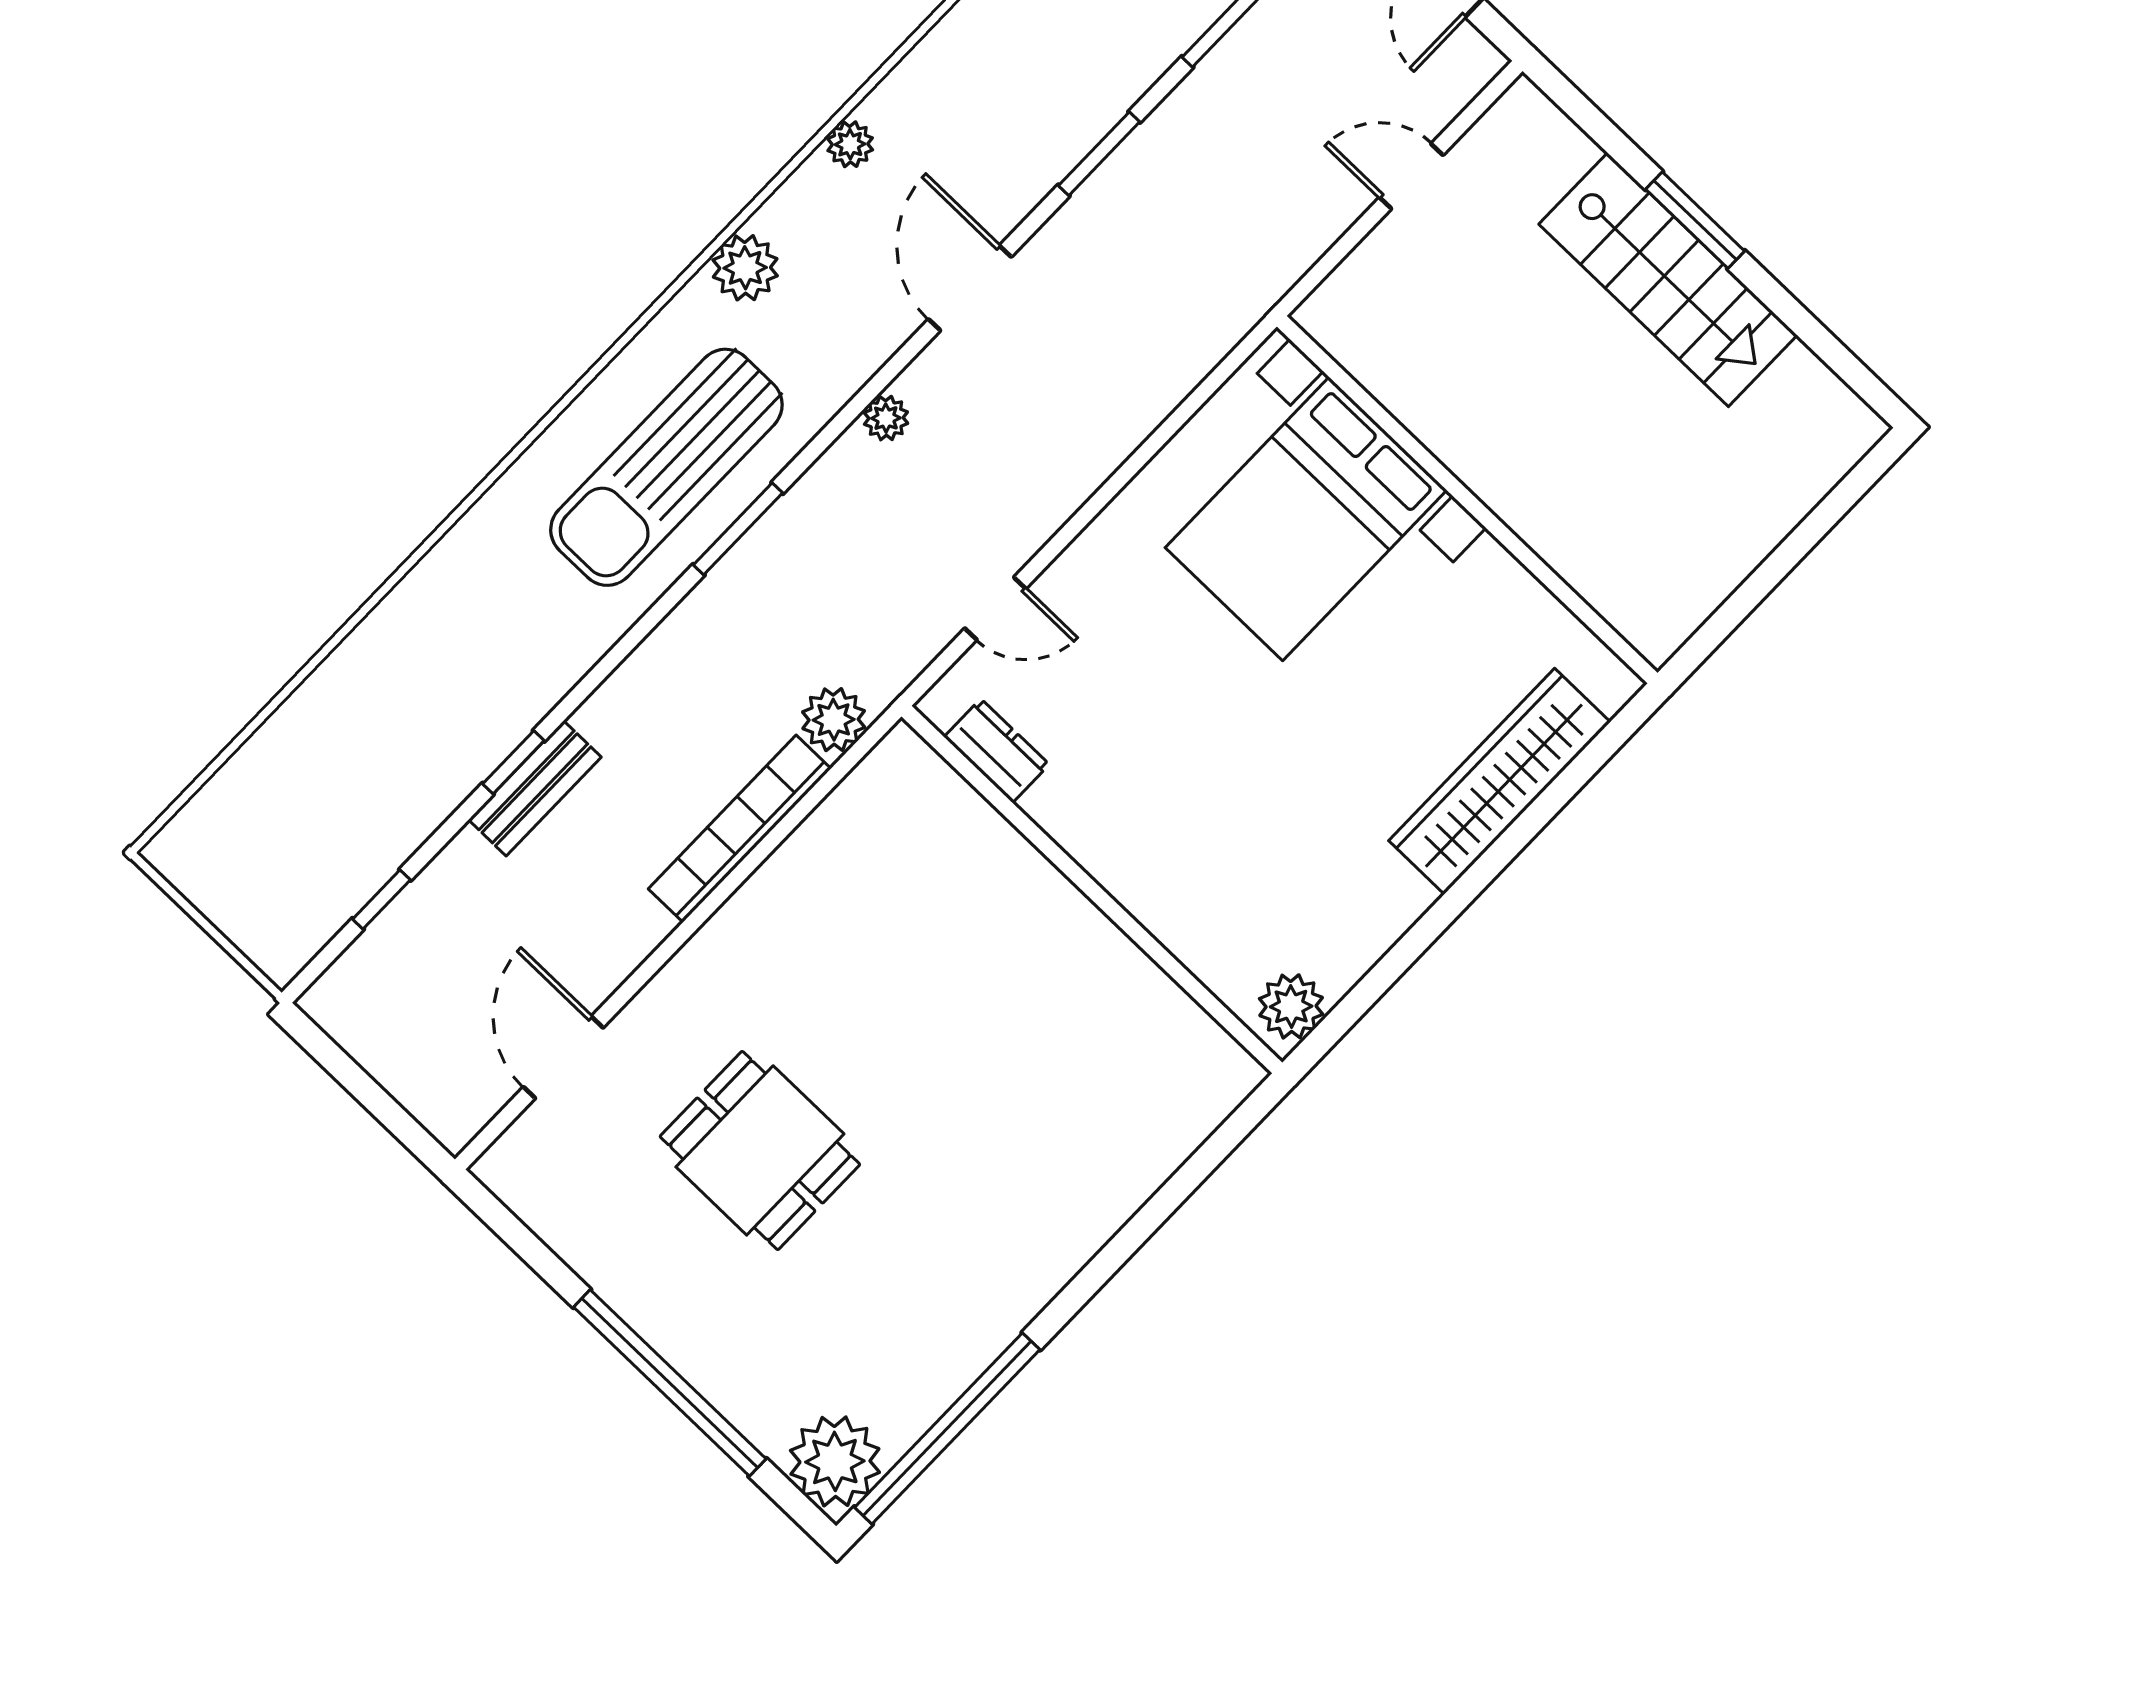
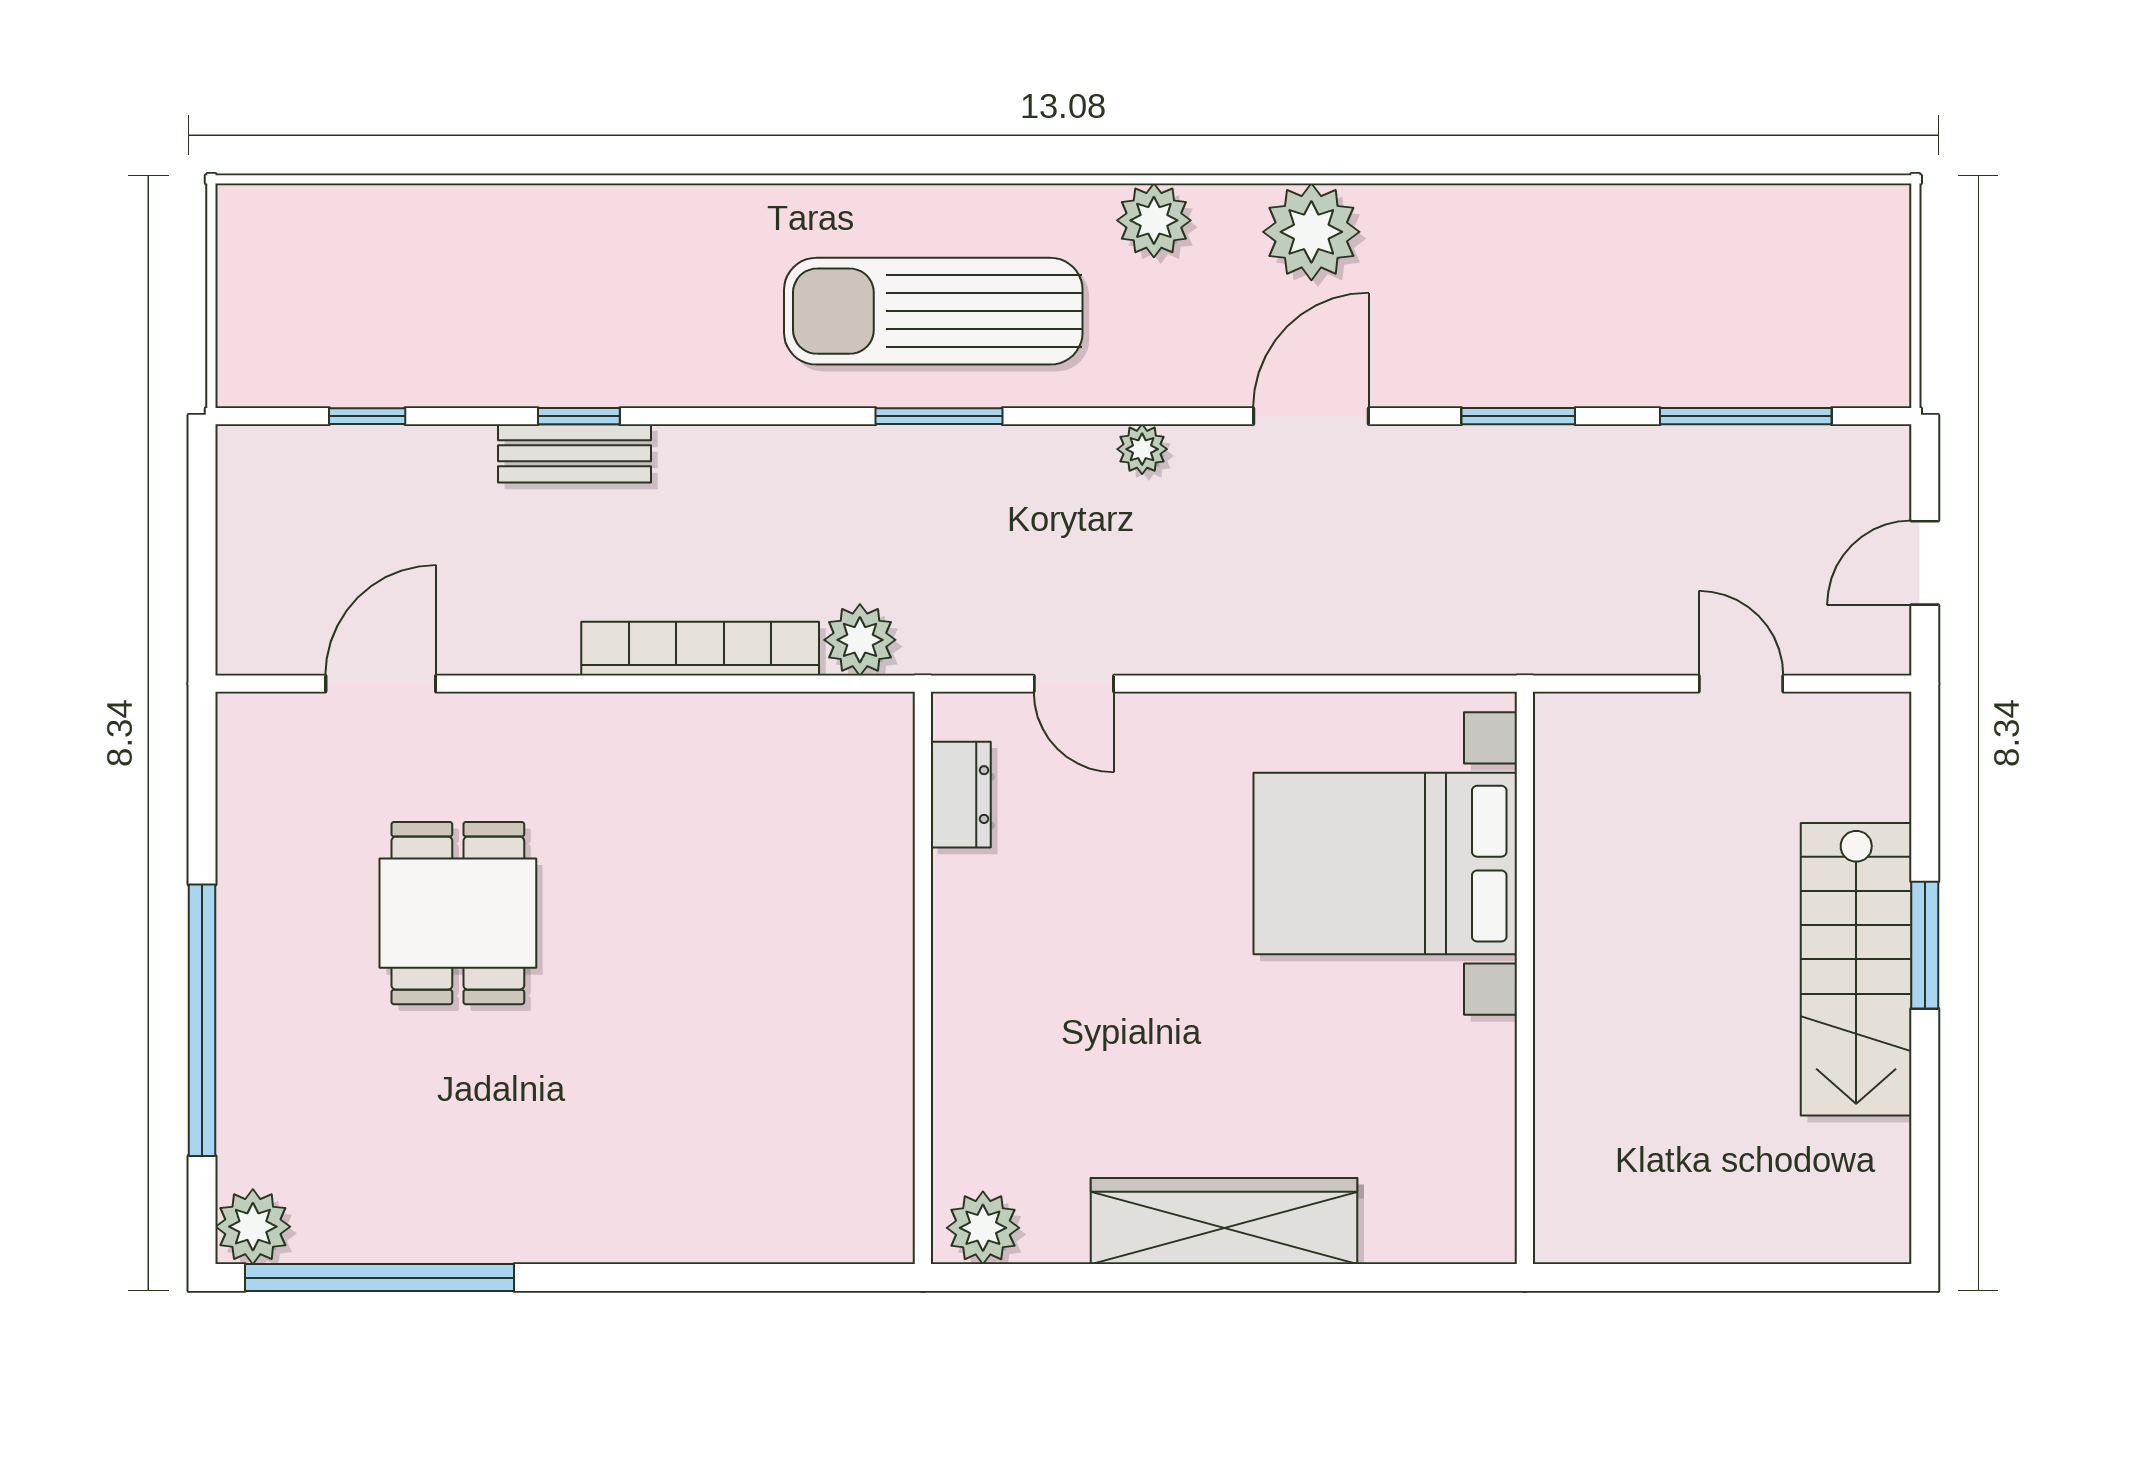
plant: (850, 144) -> (1311, 232), width x1.88, depth x1.88
wardrobe: (1499, 781) -> (1224, 1221), moved
plant: (835, 1461) -> (253, 1227), width x0.73, depth x0.73

